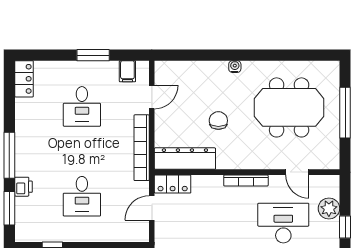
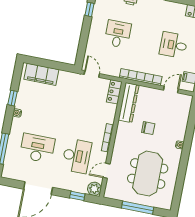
door: (152, 97) -> (171, 90), swing flipped
desk: (82, 196) -> (118, 34), turned 90
door: (152, 208) -> (92, 74), moved
plant: (329, 208) -> (94, 189), moved
window: (345, 227) -> (77, 196), moved

